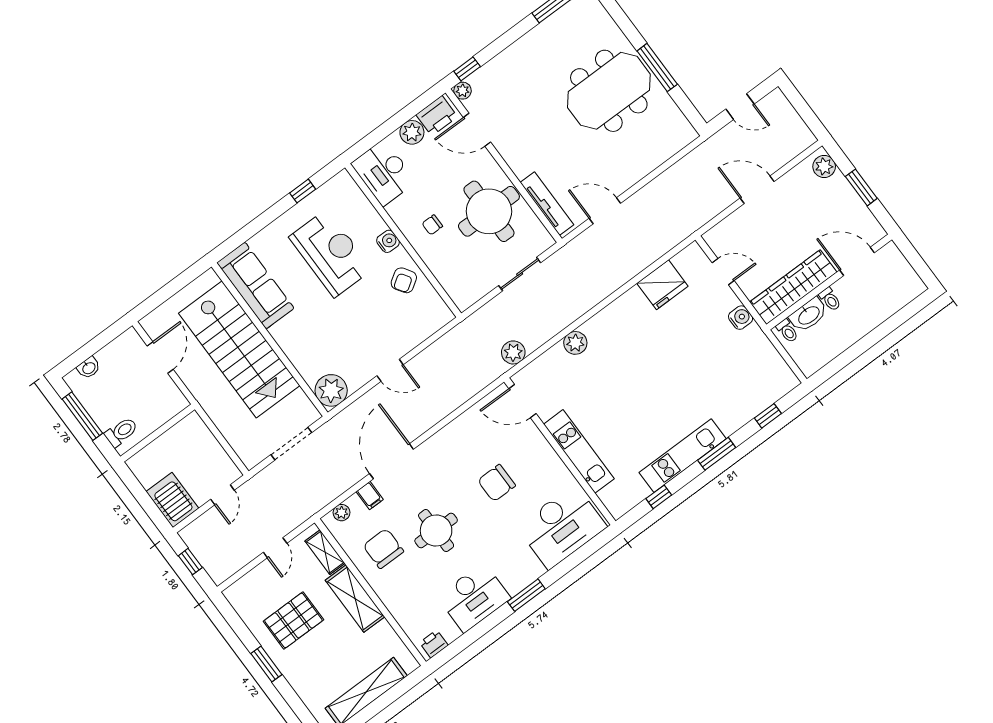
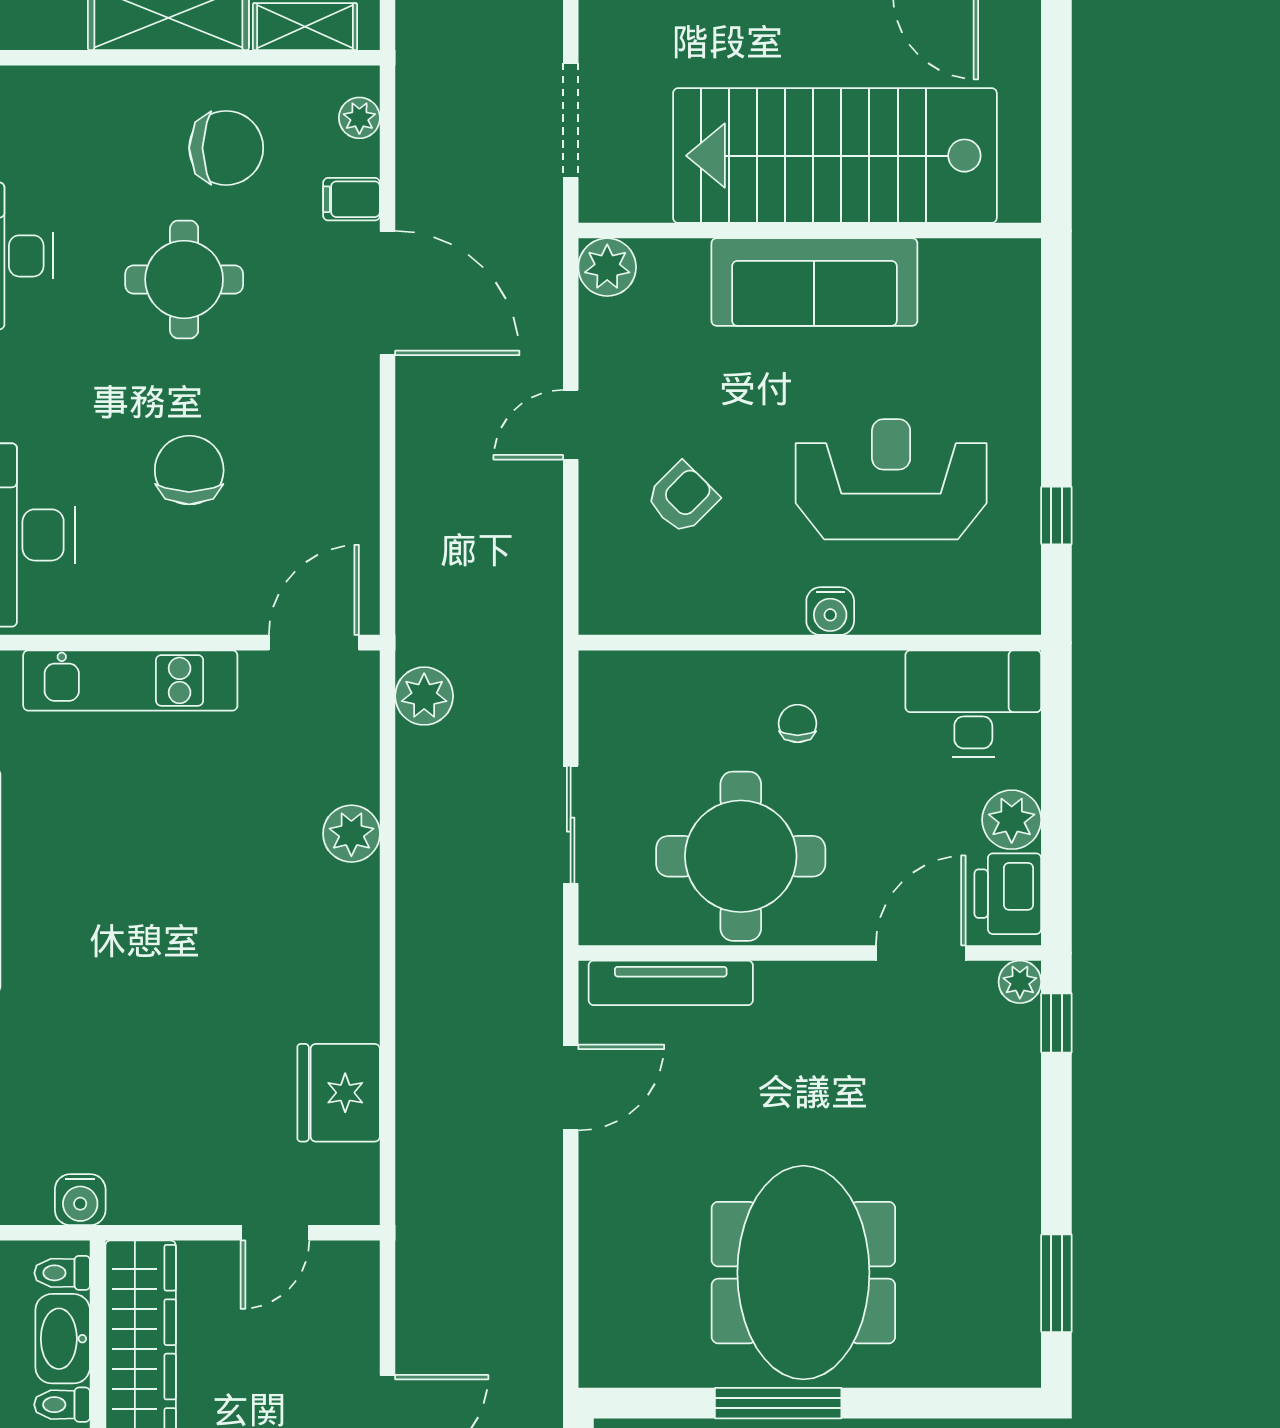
reception desk: (331, 253) -> (891, 479), turned 180
armchair: (404, 280) -> (682, 498), moved, turned 78
sofa: (255, 286) -> (814, 282), moved
water cooler: (741, 318) -> (80, 1200), moved
plant: (331, 390) -> (607, 267), width x0.73, depth x0.73

